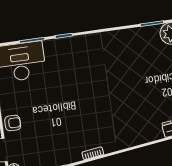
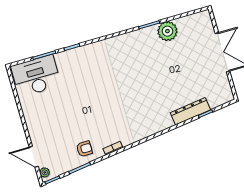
armchair: (13, 123) -> (84, 149), moved

